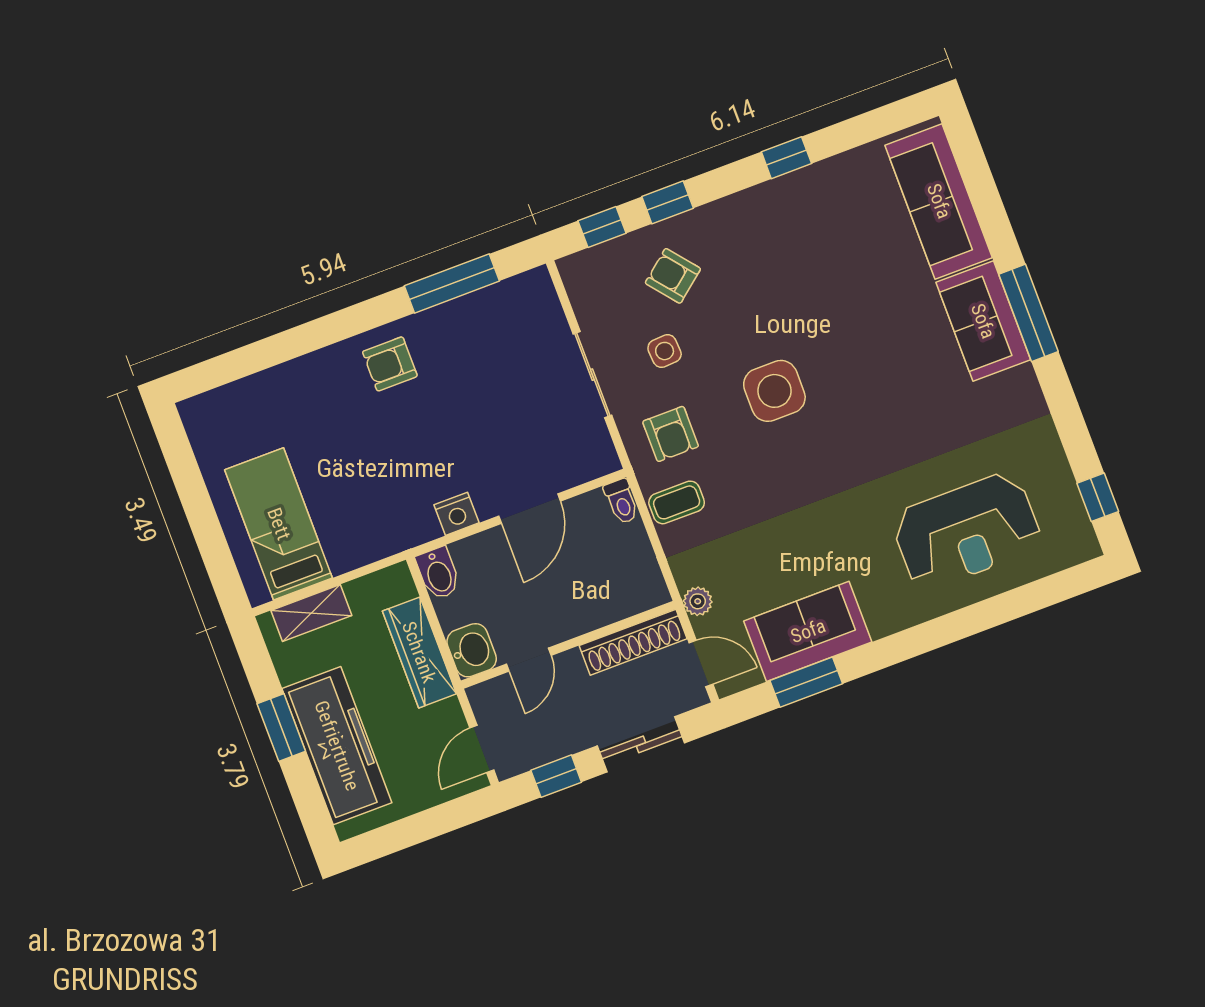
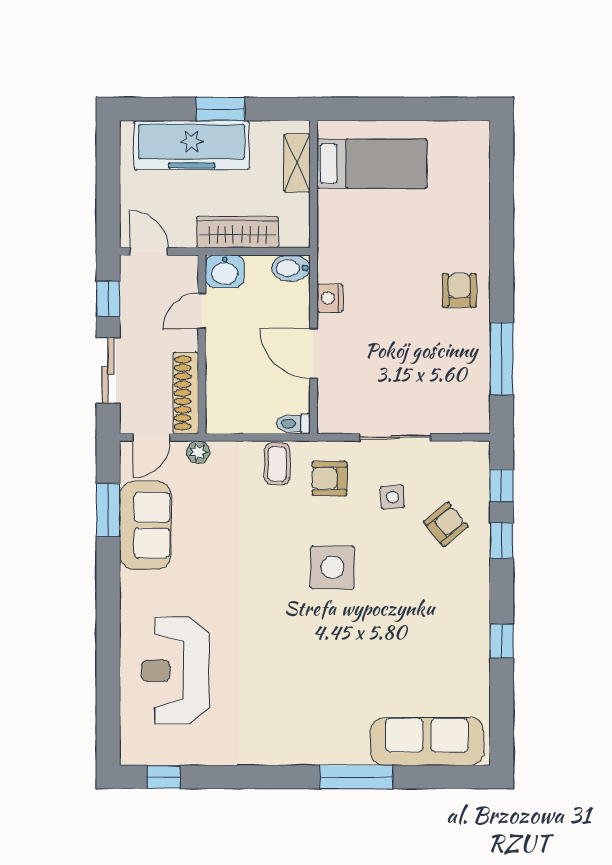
window: (1028, 313) -> (356, 777), moved
sofa: (983, 321) -> (326, 741), removed
door: (529, 660) -> (202, 311), hinge flipped

